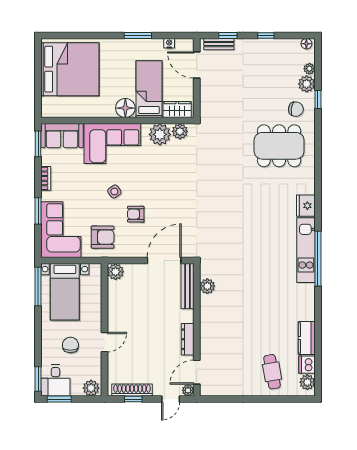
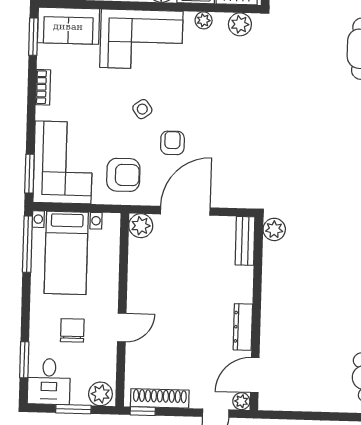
plant: (160, 134) -> (204, 20), width x0.53, depth x0.53
window: (38, 211) -> (29, 174), moved
armchair: (136, 214) -> (172, 143), turned 90
door: (164, 261) -> (185, 211), moved
bench: (188, 286) -> (245, 241), width x0.73
plant: (207, 286) -> (274, 229), moved
window: (38, 379) -> (24, 360), moved
window: (59, 399) -> (73, 409), moved
window: (133, 399) -> (143, 411), moved

